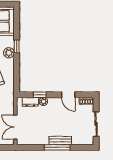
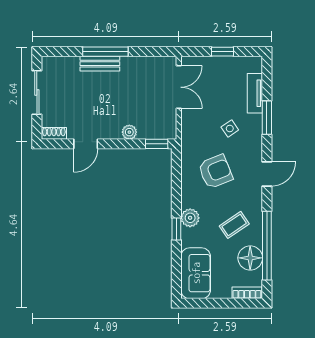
window: (40, 95) -> (157, 144), moved
door: (68, 95) -> (86, 144), swing flipped
dresser: (30, 102) -> (152, 132), removed

